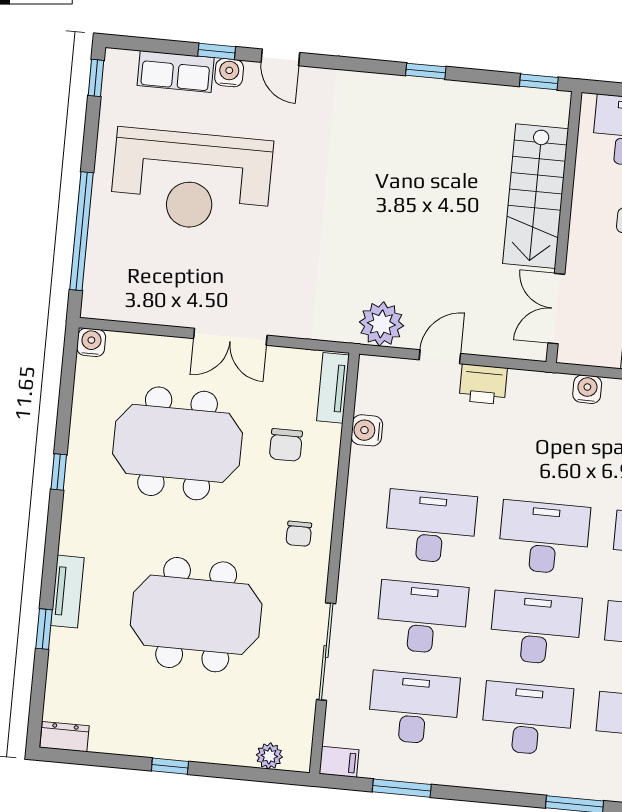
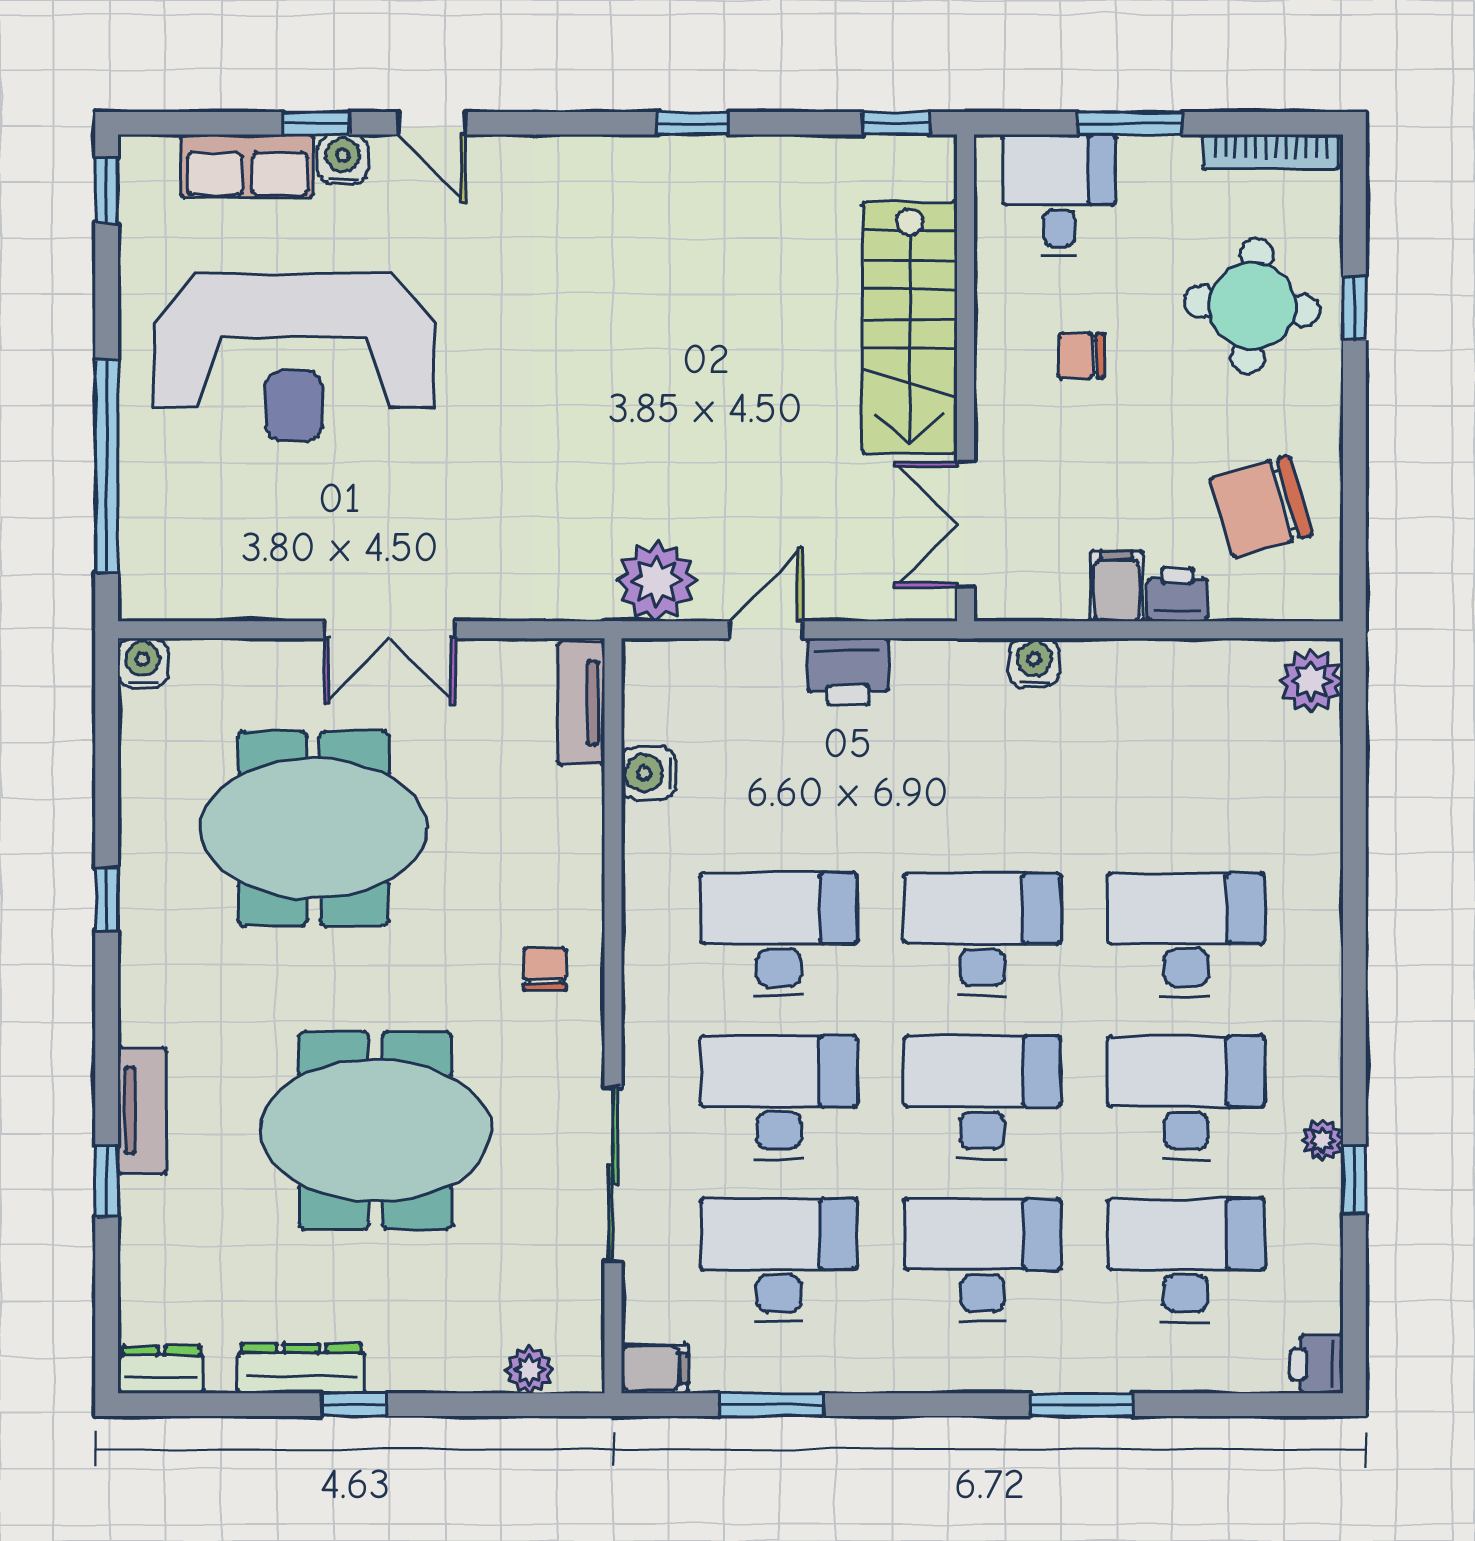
chair: (286, 445) -> (507, 813), removed
chair: (299, 534) -> (545, 969), turned 180
dresser: (142, 743) -> (301, 1369), added

